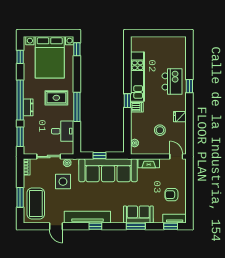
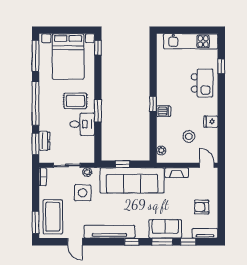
window: (20, 57) -> (36, 56), width x2.17
kitchen unit: (137, 77) -> (191, 41), moved, turned 90
window: (189, 86) -> (221, 66), moved
dresser: (28, 107) -> (44, 141), moved
window: (77, 107) -> (98, 111), width x0.69
desk: (63, 131) -> (82, 124), moved
window: (20, 197) -> (36, 222), moved
window: (95, 226) -> (132, 242), moved
window: (171, 226) -> (188, 242), moved

